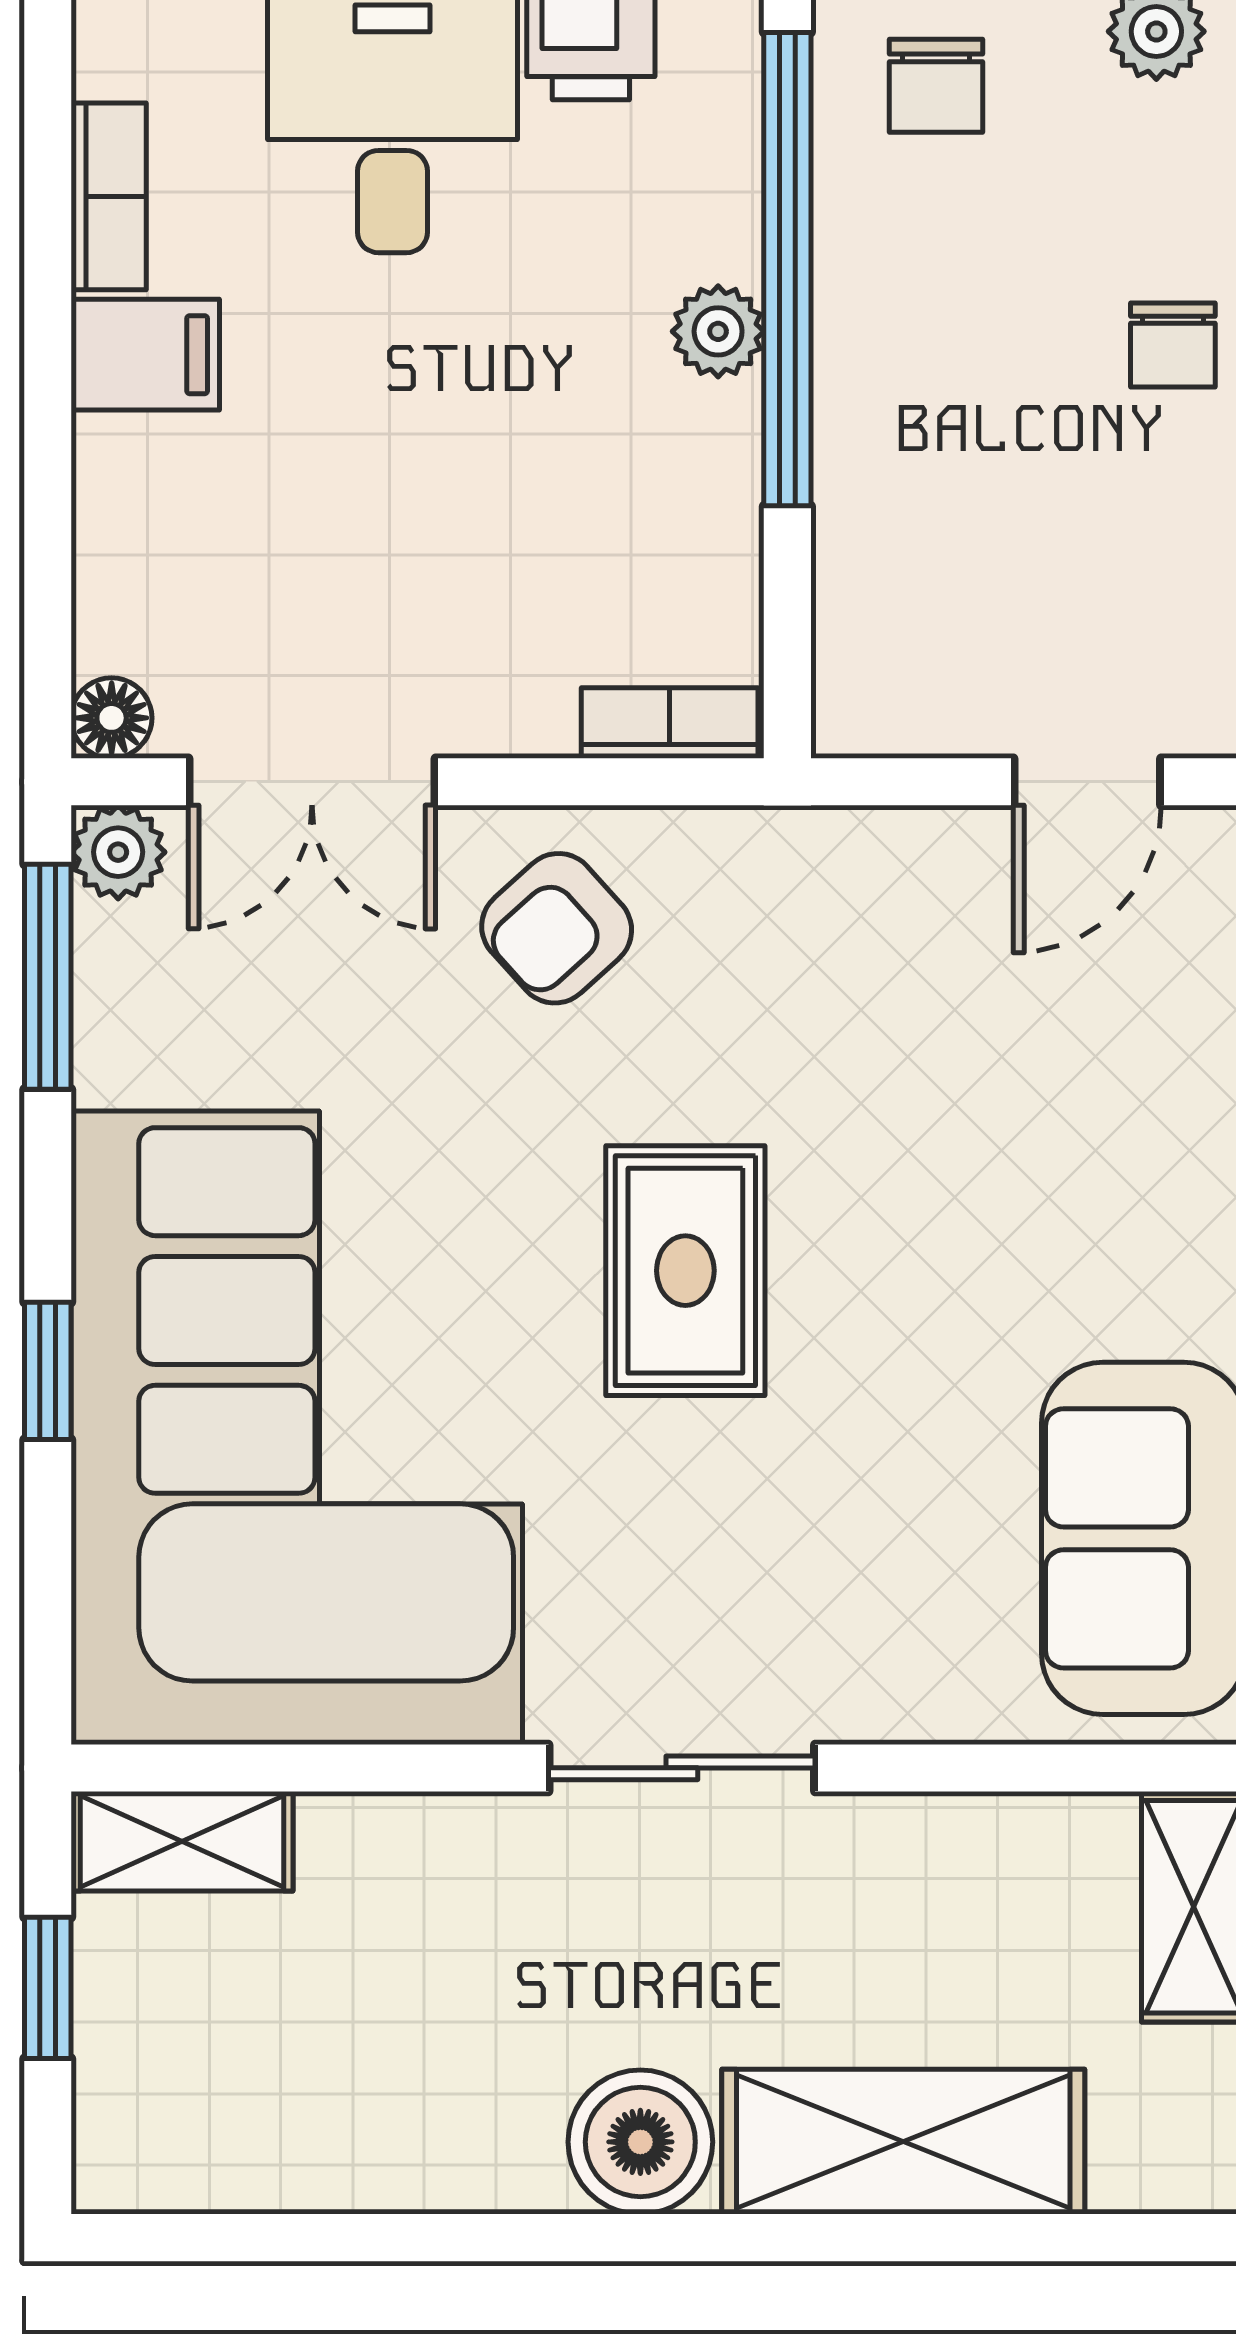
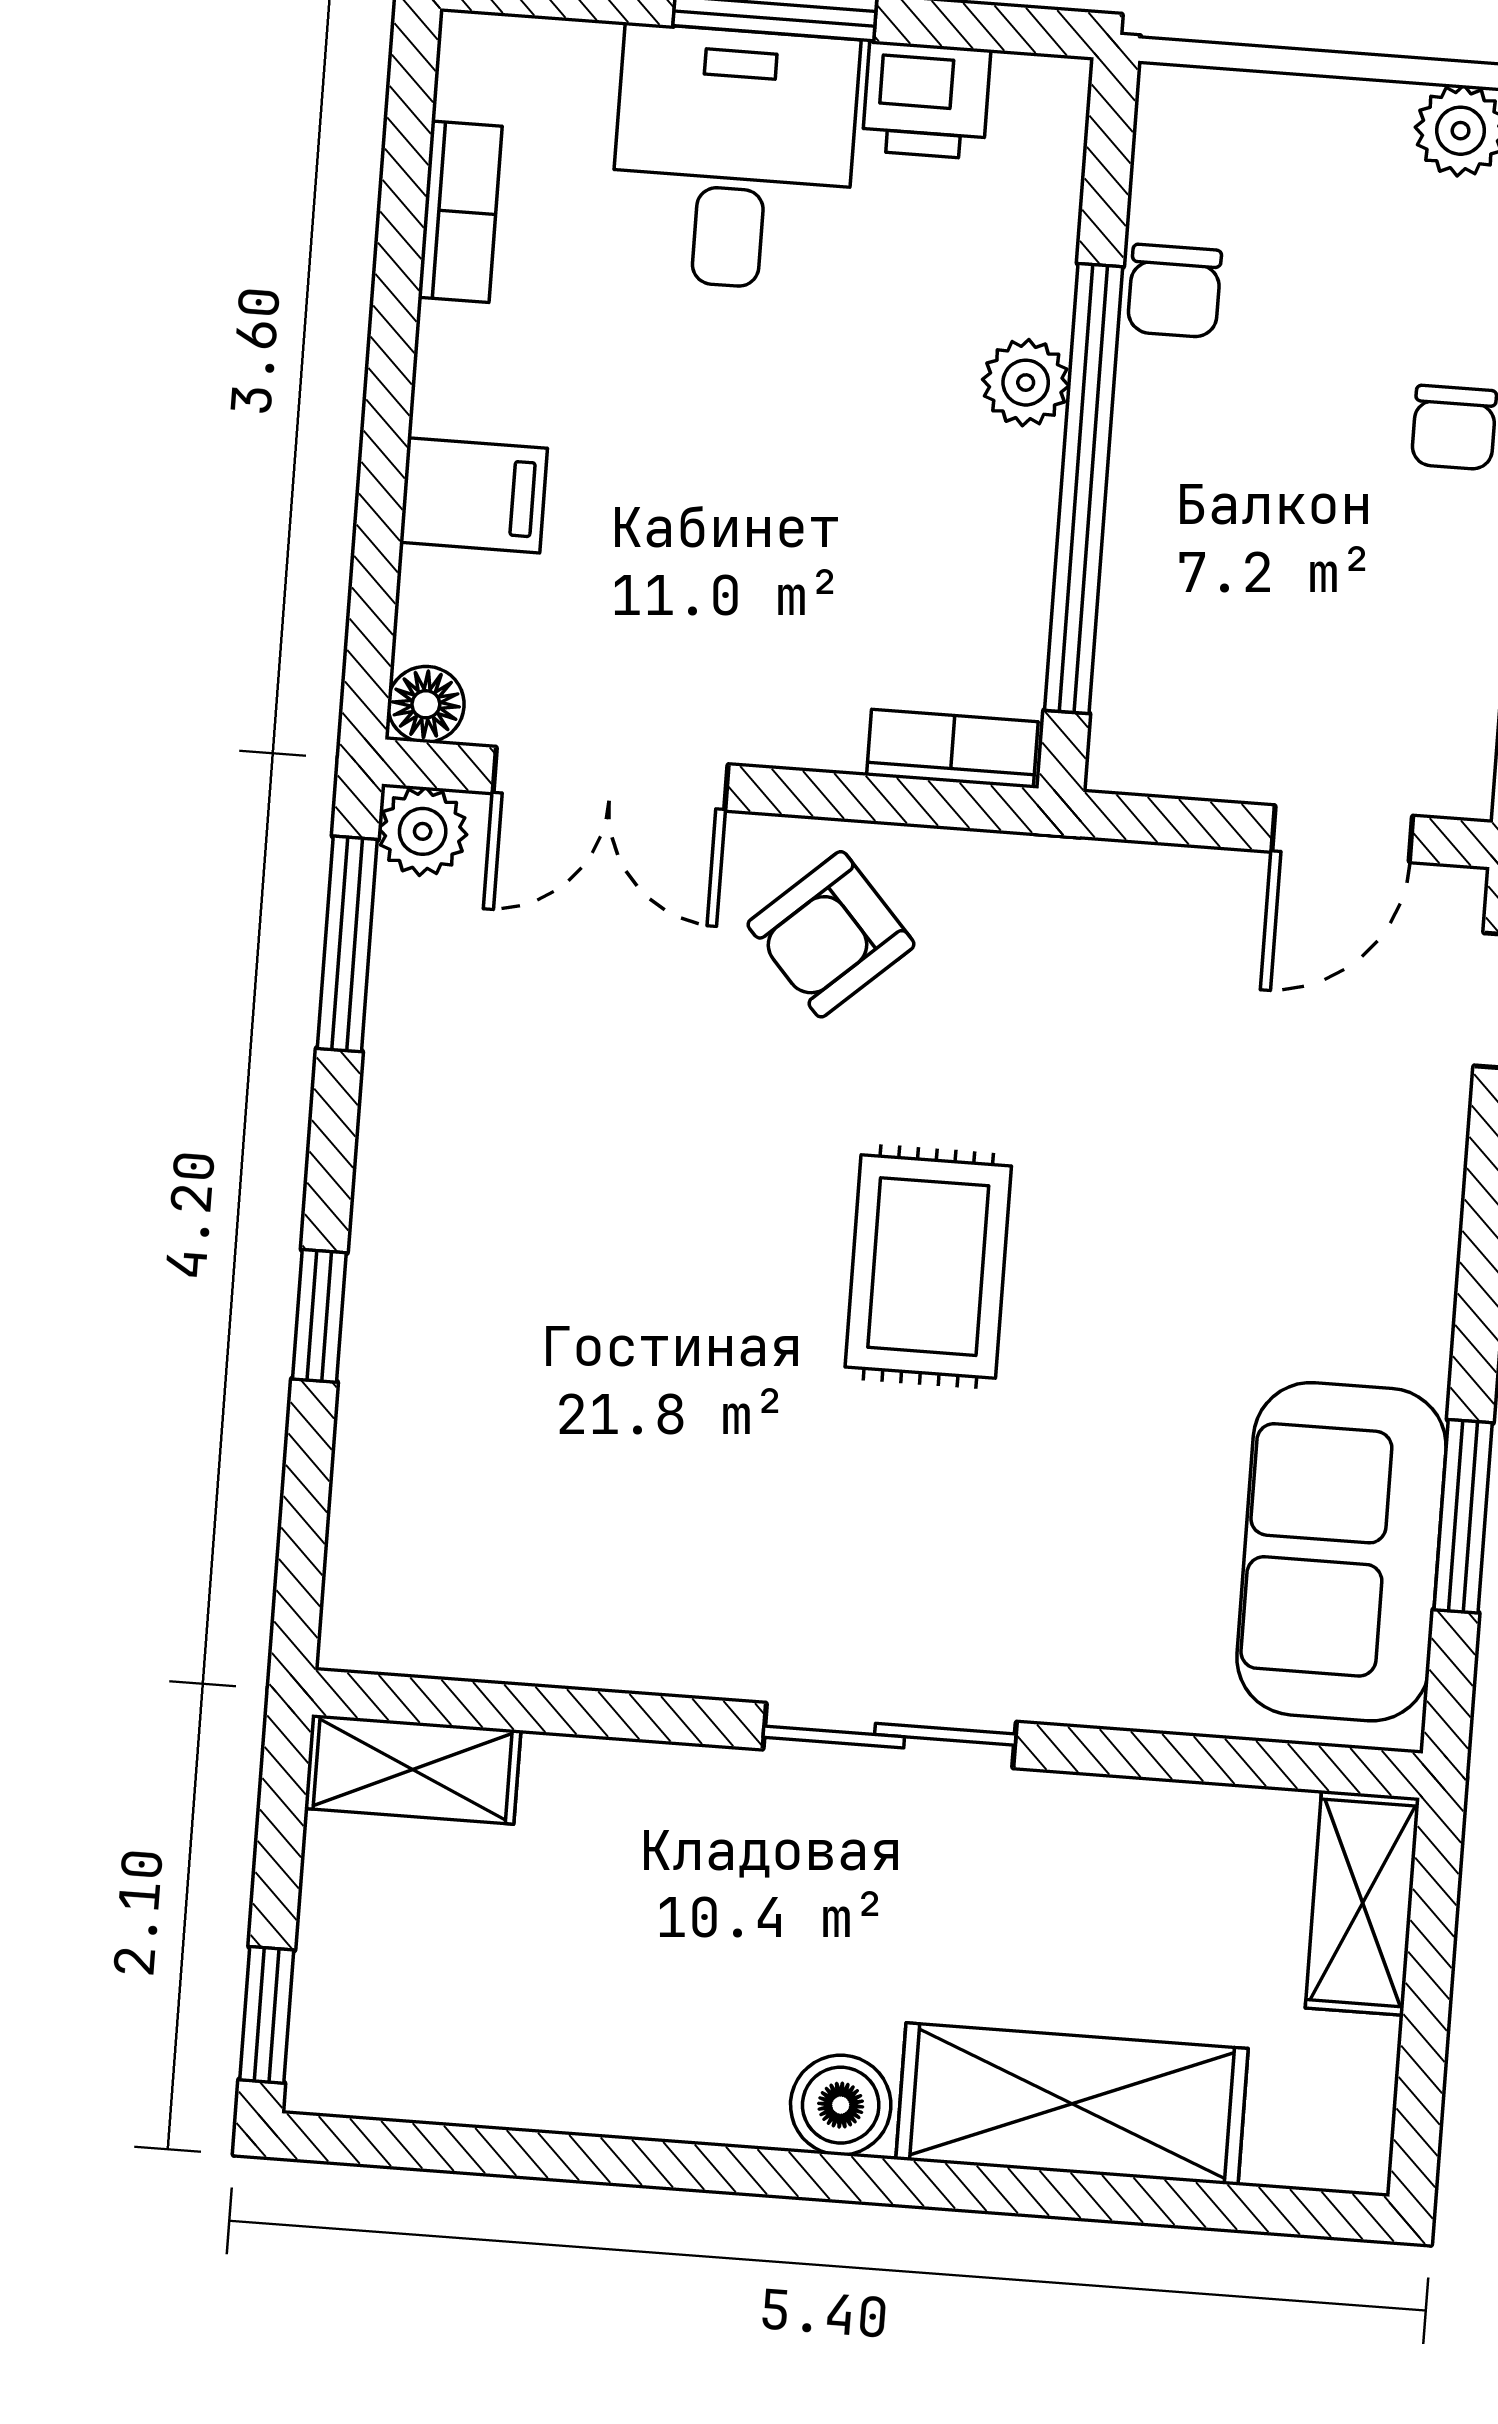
chair: (936, 86) -> (1174, 291), moved
window: (787, 269) -> (1084, 489), moved
filing cabinet: (145, 355) -> (474, 495), moved
corner sofa: (297, 1428) -> (550, 1387), removed
window: (48, 1988) -> (267, 2015), moved
boiler: (640, 2142) -> (841, 2105), width x0.73, depth x0.73

